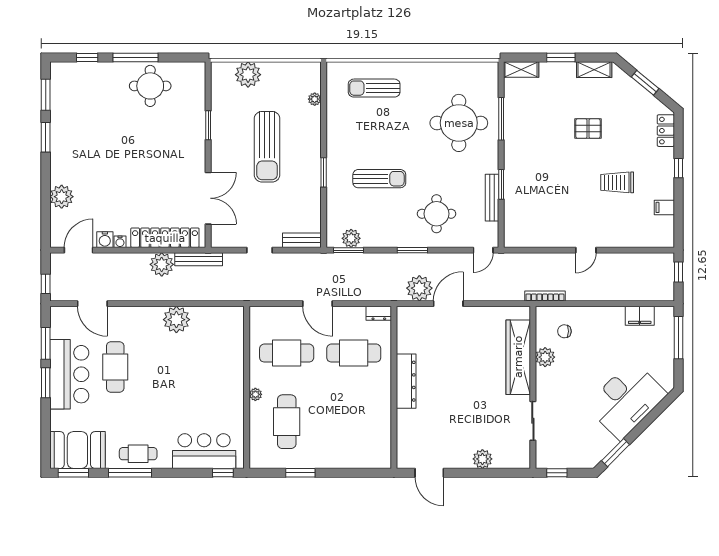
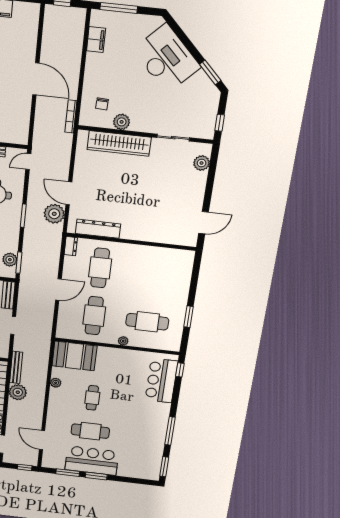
door: (483, 250) -> (28, 162), swing flipped
door: (586, 250) -> (36, 79), width x1.88
door: (92, 304) -> (42, 440), swing flipped
plant: (176, 320) -> (56, 383), width x0.53, depth x0.53
dresser: (406, 381) -> (98, 229), moved
booth: (77, 450) -> (74, 356), moved, turned 90
cafe table: (138, 454) -> (92, 398), moved
plant: (482, 459) -> (202, 163), moved

